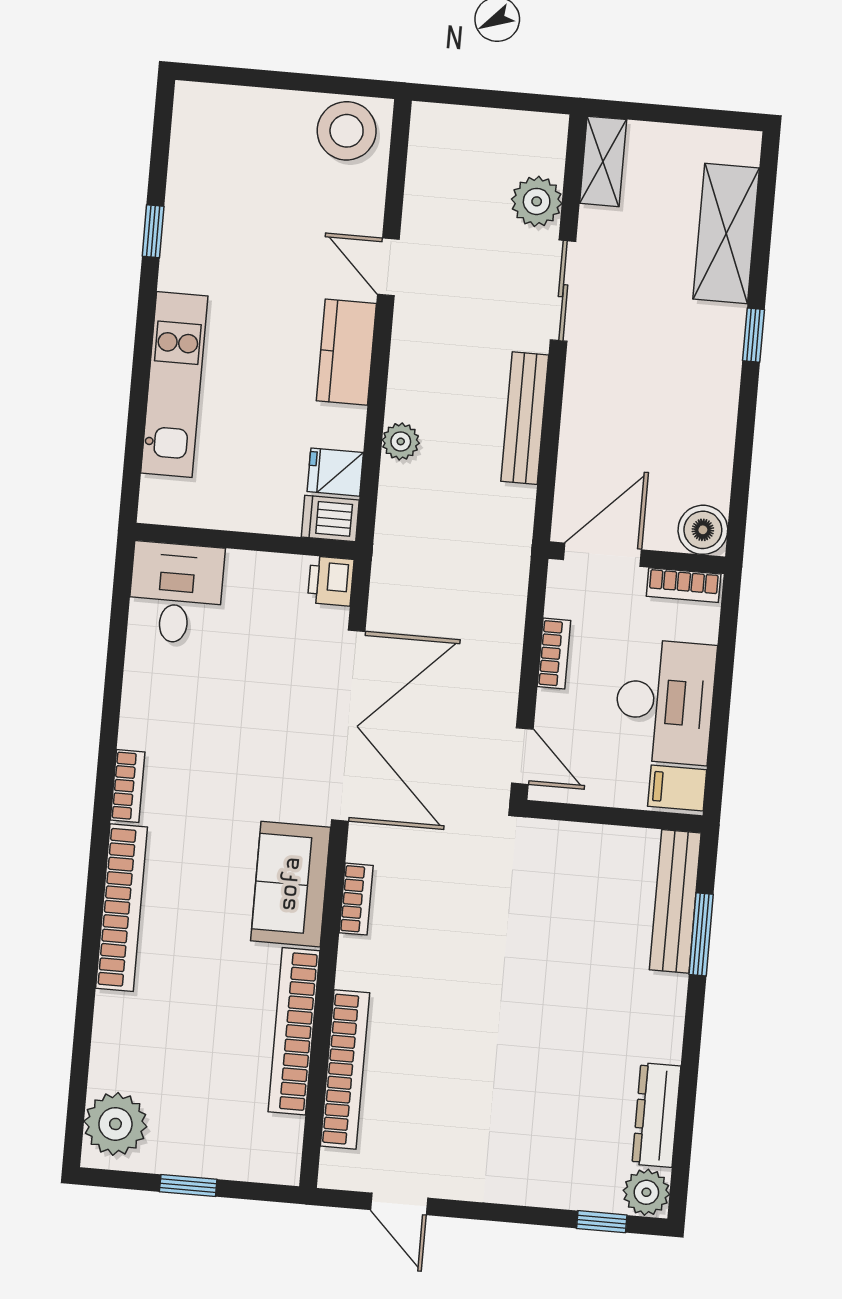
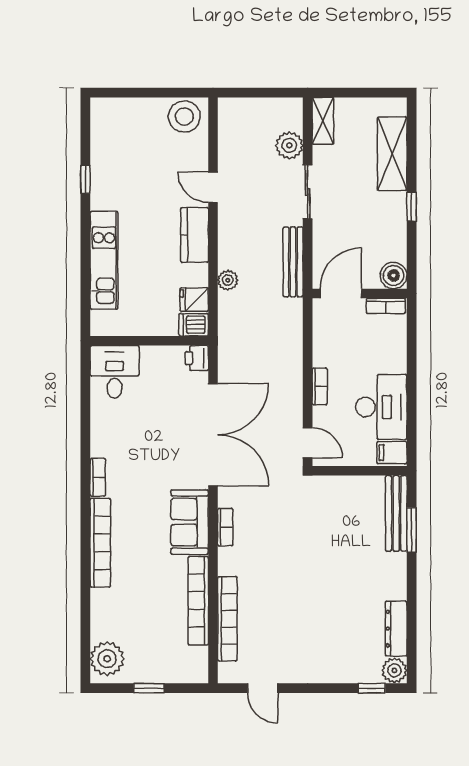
boiler: (703, 530) -> (394, 275), moved
door: (602, 555) -> (341, 293), moved
wall: (637, 558) -> (360, 293), moved
bookcase: (684, 585) -> (386, 306), moved

